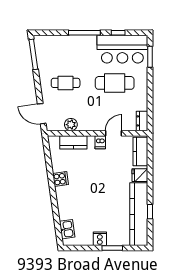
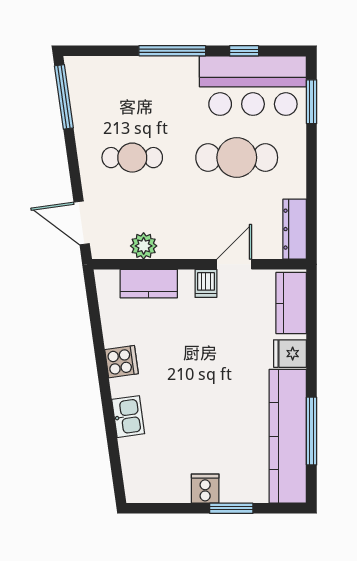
dresser: (142, 121) -> (295, 229), width x1.44
window: (150, 212) -> (312, 431), width x2.17
kitchen sink: (67, 229) -> (128, 417), moved

